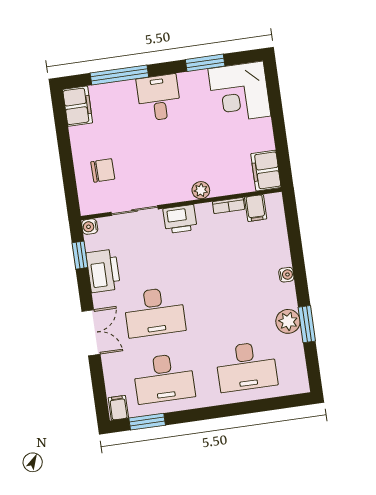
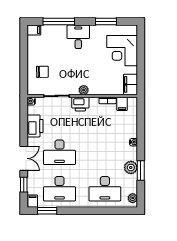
corner desk: (239, 92) -> (122, 51), moved
filing cabinet: (78, 106) -> (34, 30), width x0.50
plant: (201, 190) -> (84, 90), moved
window: (80, 255) -> (24, 185), moved
plant: (299, 377) -> (133, 198), added

